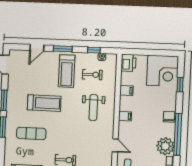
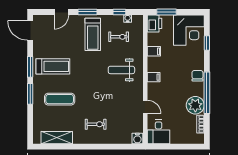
window: (141, 52) -> (166, 12), added
treadmill: (44, 103) -> (53, 66), moved
weight bench: (93, 108) -> (121, 70), turned 90

